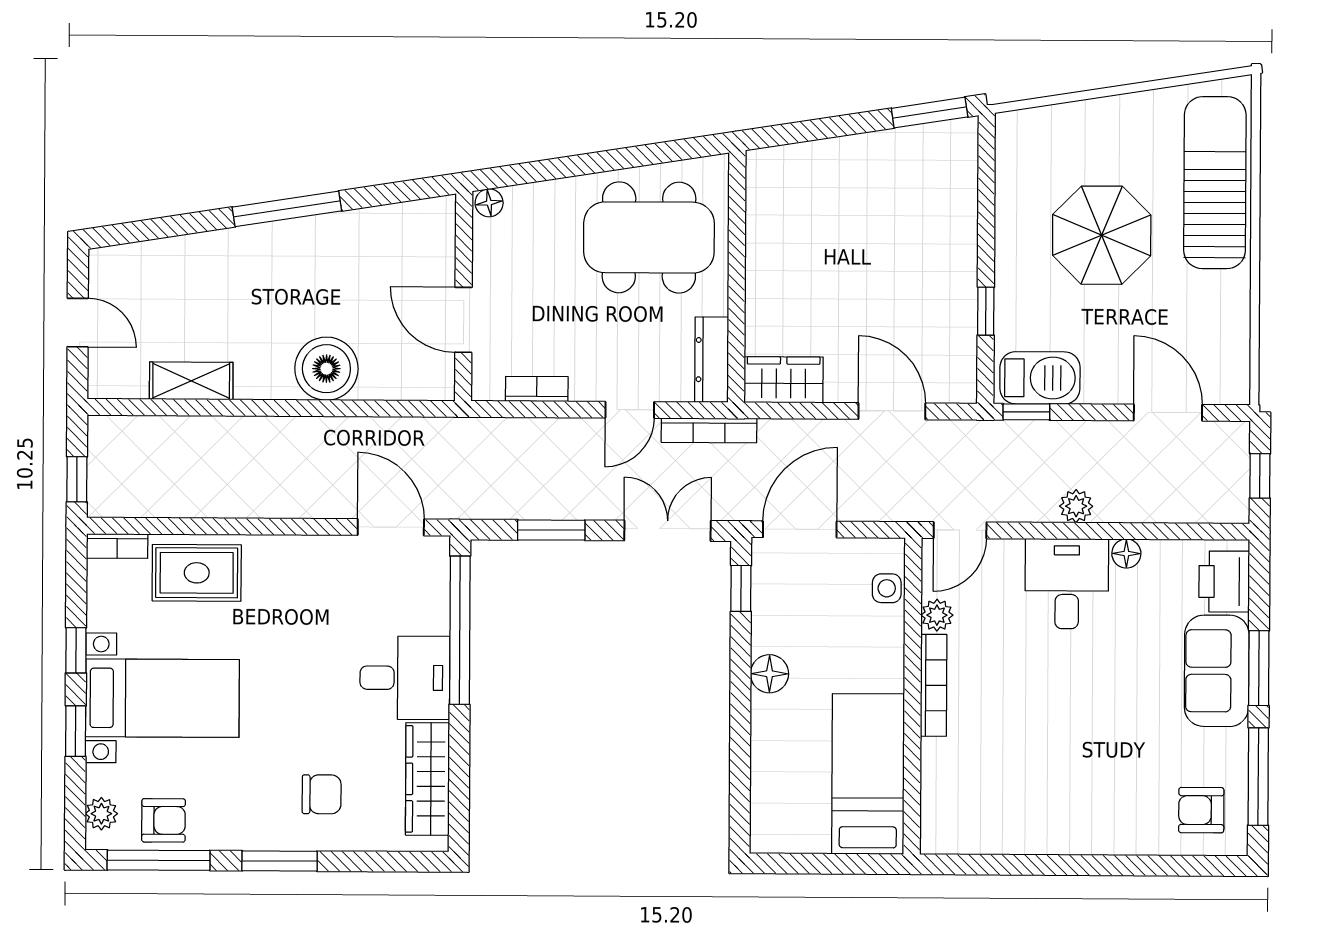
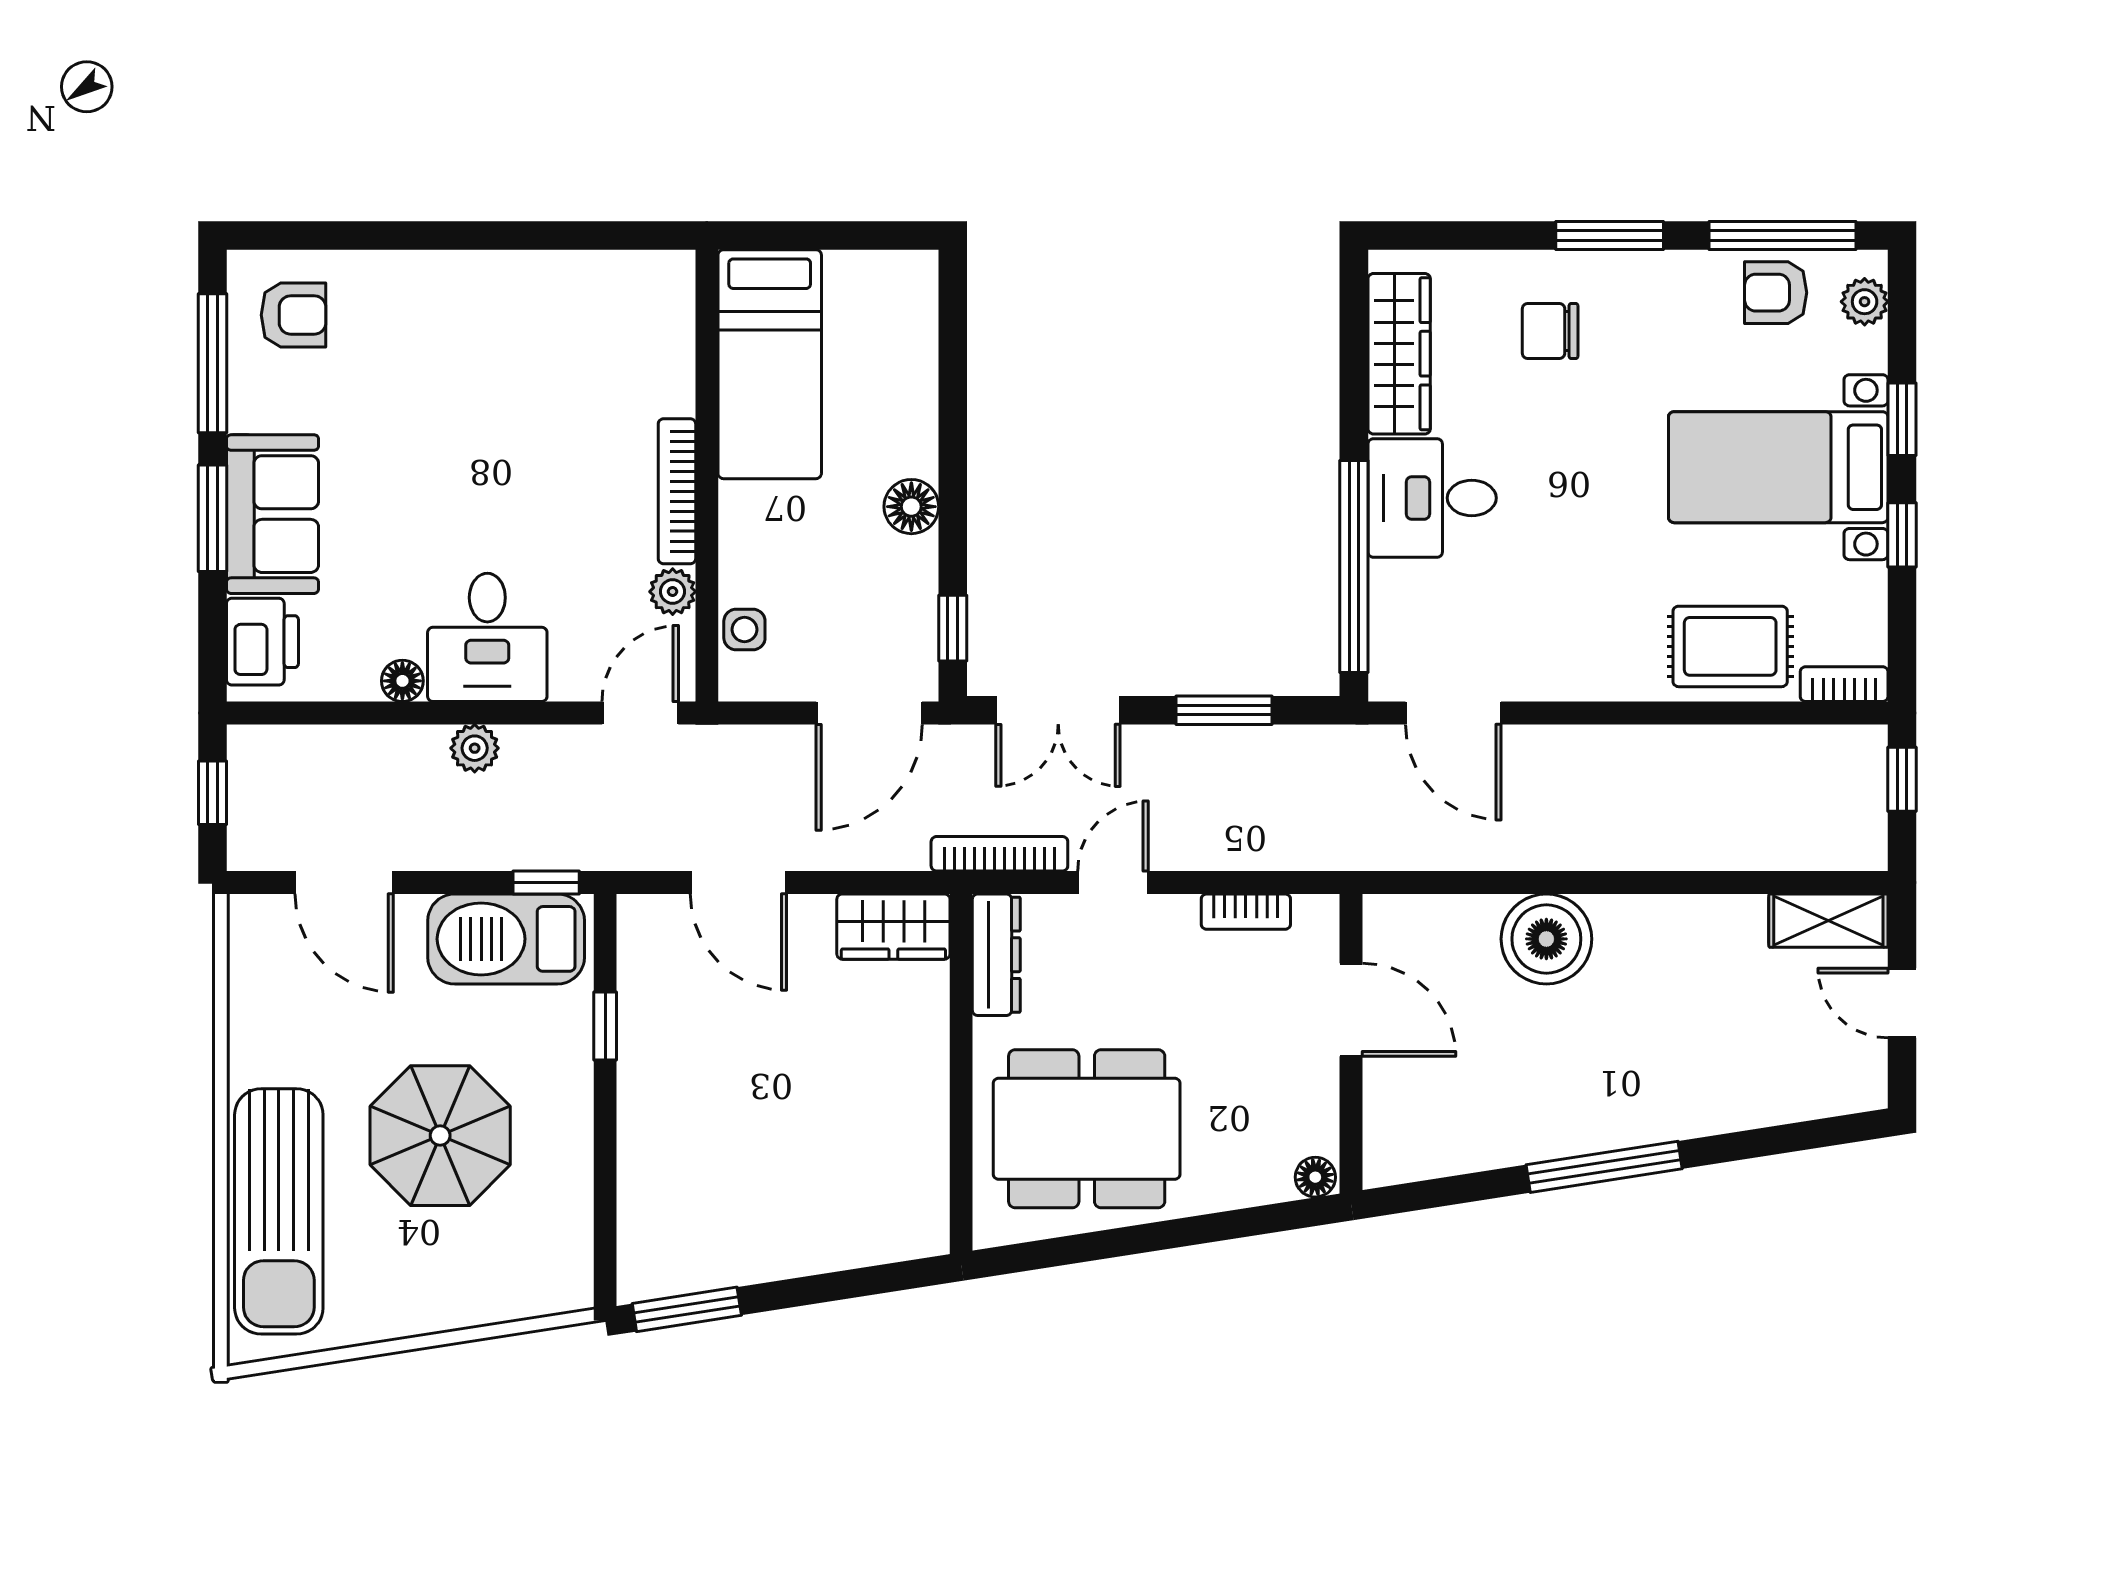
barbecue: (1040, 378) -> (506, 939), width x1.37, depth x1.21
shelving: (191, 381) -> (1828, 921), moved

